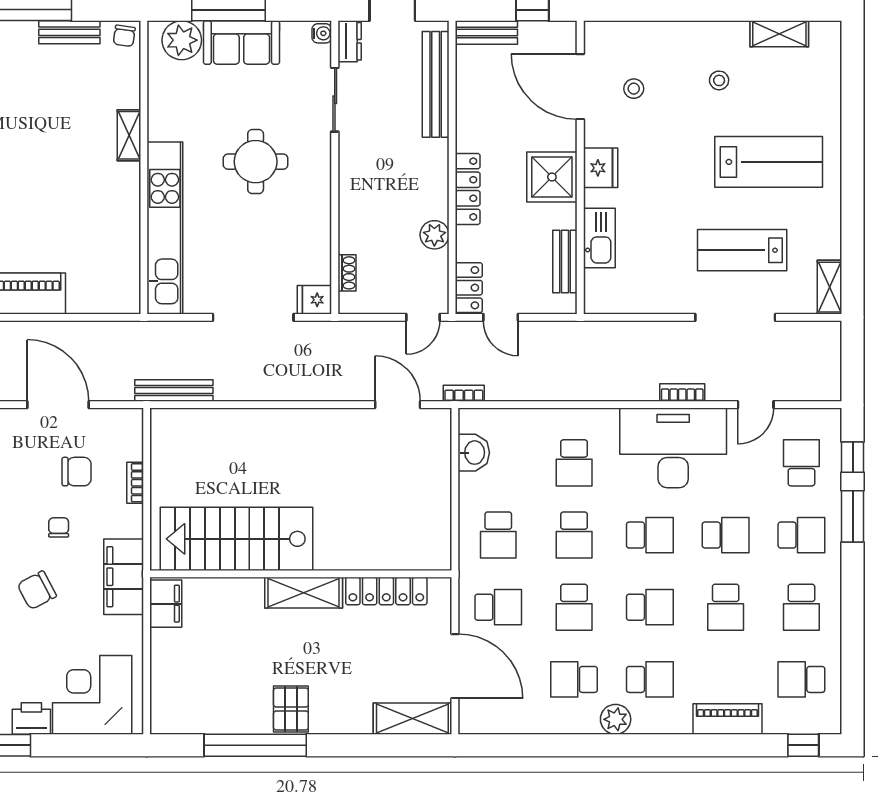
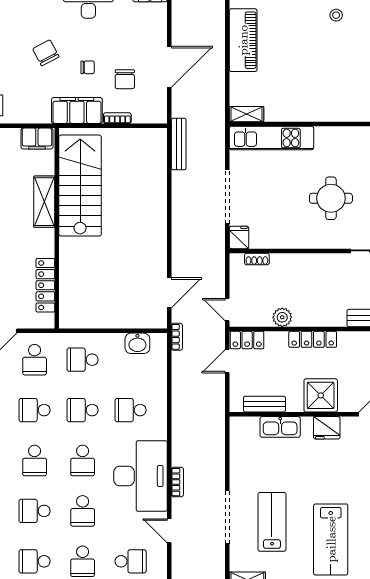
shelving: (129, 135) -> (247, 114), moved
kitchen unit: (165, 228) -> (271, 138), width x0.73
filing cabinet: (124, 577) -> (77, 111), moved
shelving: (304, 593) -> (44, 202), moved

